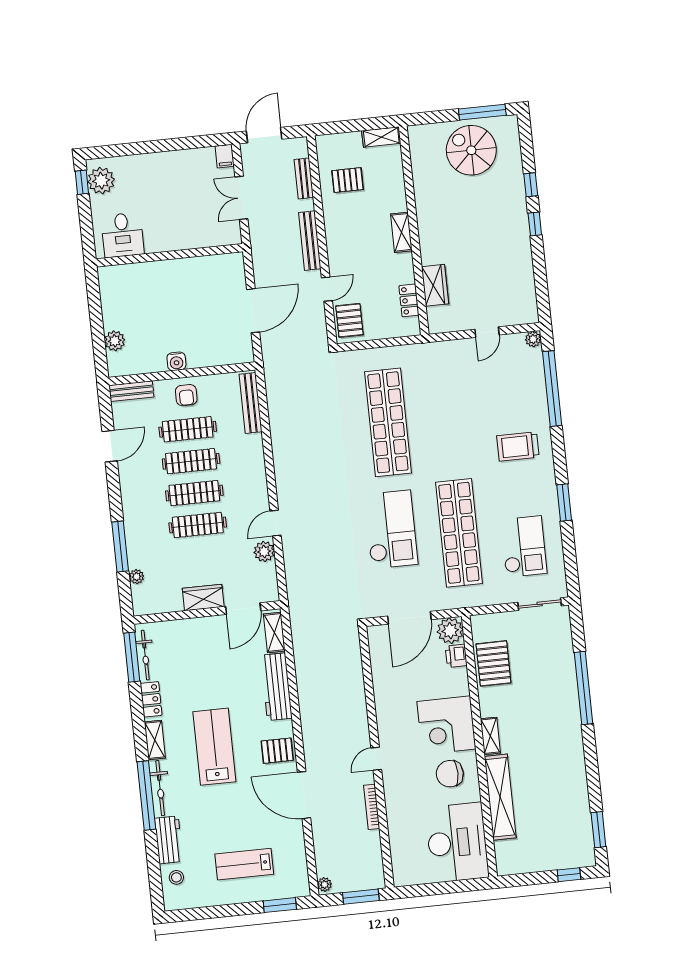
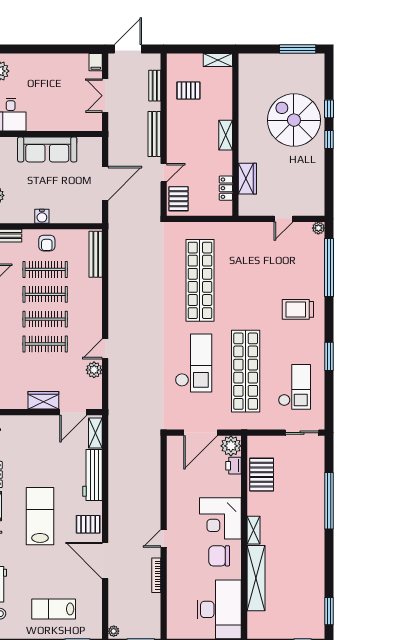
spiral stairs: (471, 150) -> (294, 120), moved, width x1.37, depth x1.37
sofa: (174, 275) -> (47, 149), added

